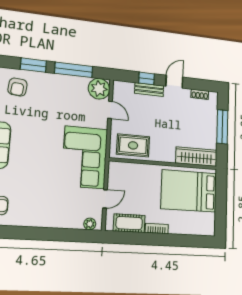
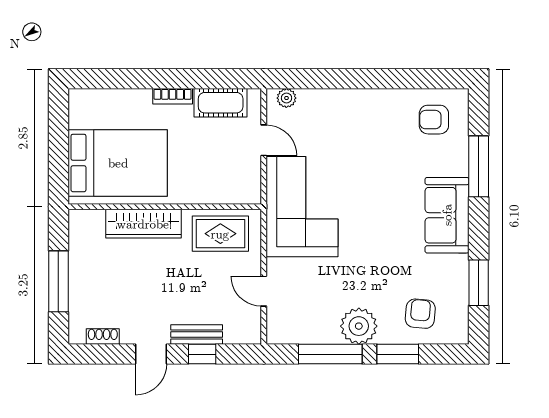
plant: (99, 89) -> (359, 326), moved
wardrobe: (196, 157) -> (143, 224), moved
door: (105, 199) -> (264, 140), swing flipped

